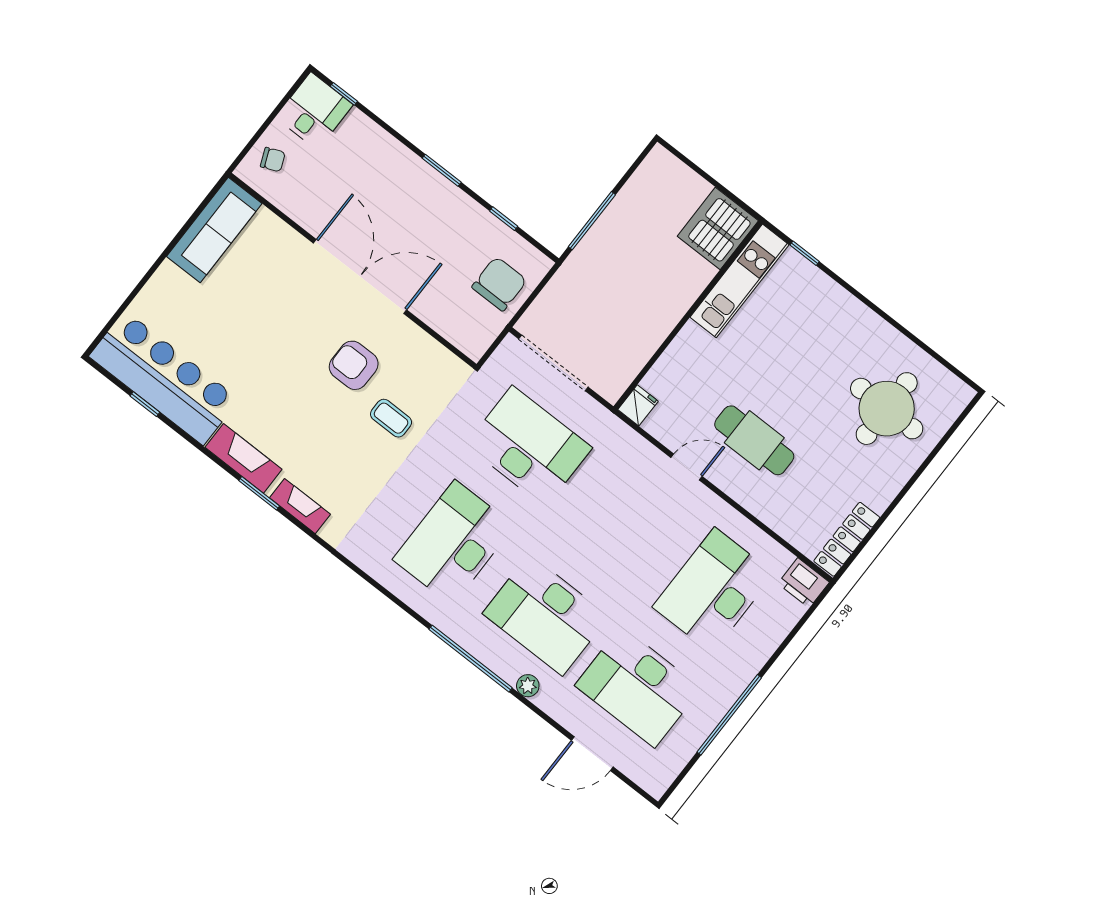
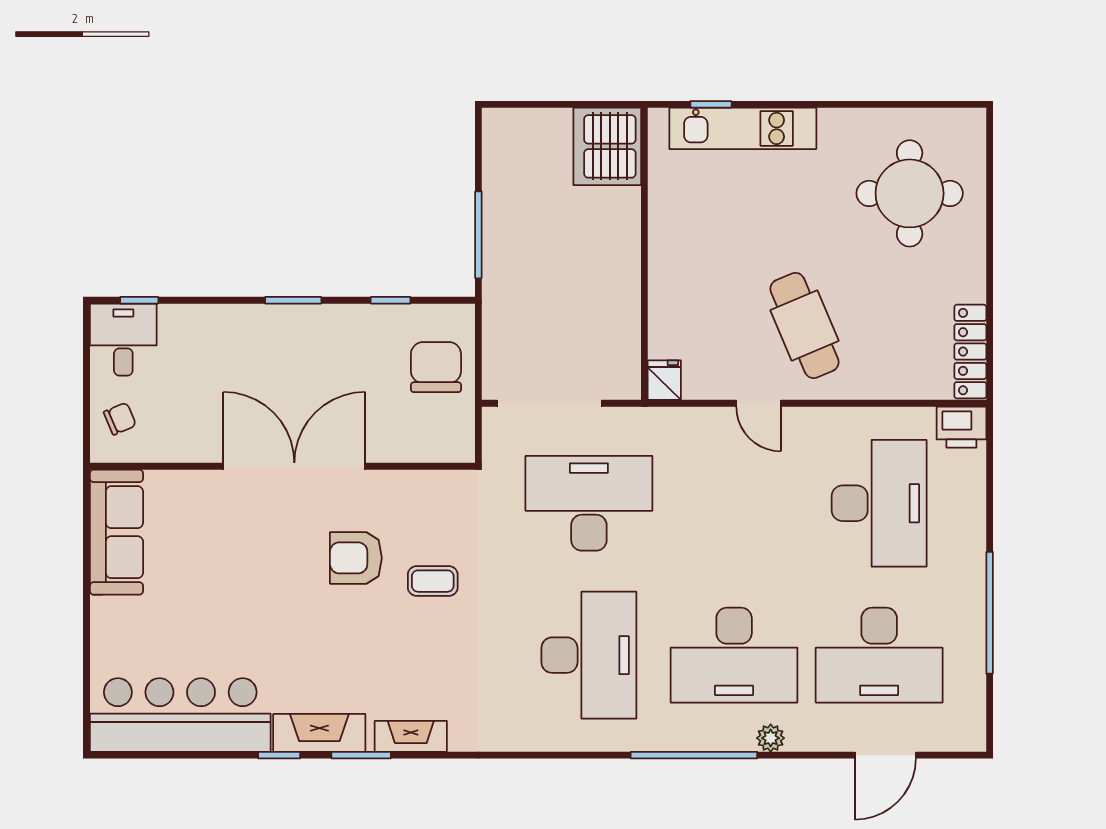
kitchen unit: (739, 281) -> (743, 128), moved, turned 90
window: (145, 404) -> (279, 755), moved
cafe table: (754, 440) -> (804, 325), turned 67
door: (687, 467) -> (759, 403), swing flipped
desk: (453, 543) -> (589, 655), turned 180
desk: (713, 590) -> (879, 503), turned 180

